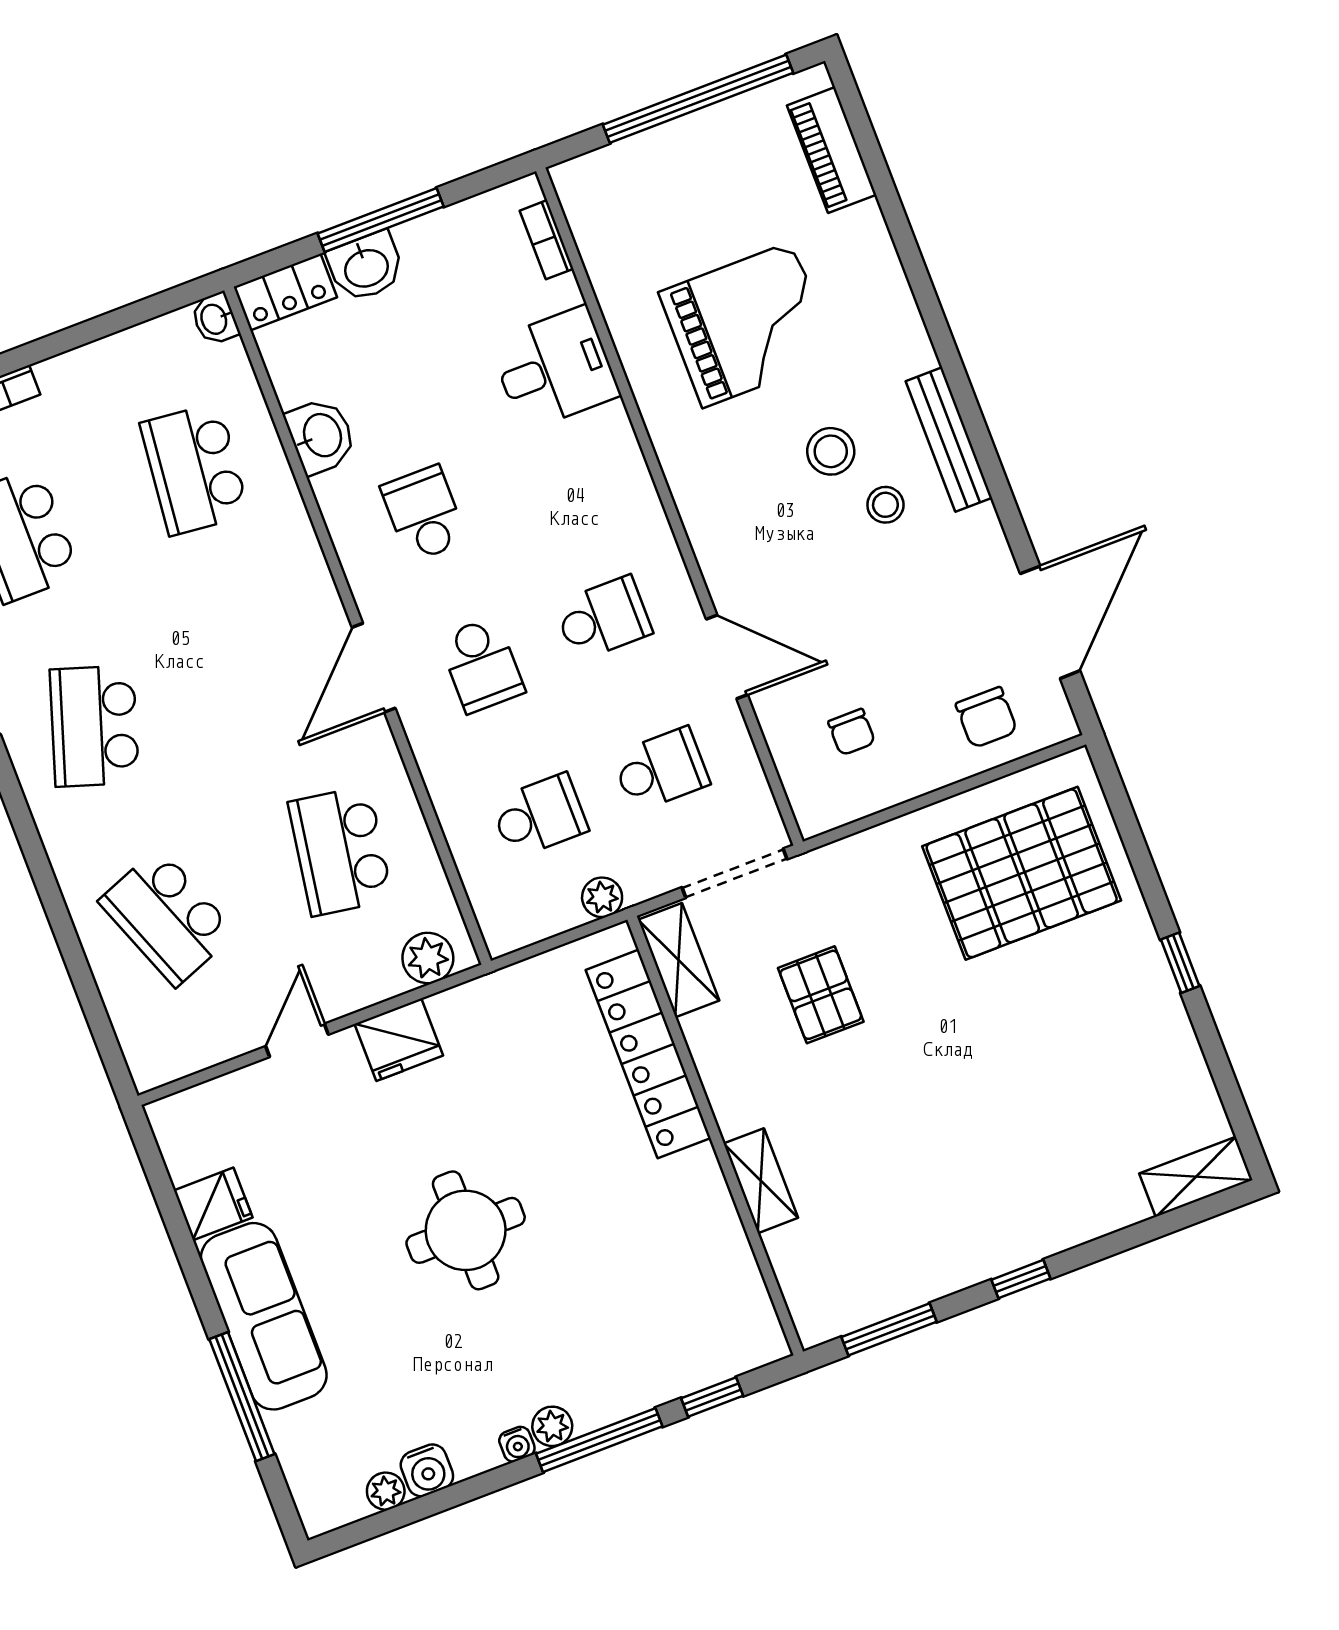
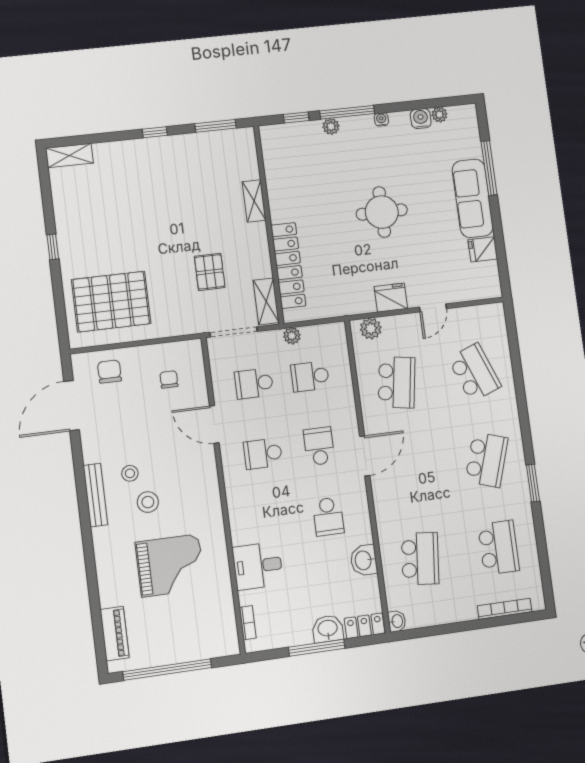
grand piano: (747, 325) -> (170, 566), turned 180
plant: (552, 1426) -> (331, 126), moved

